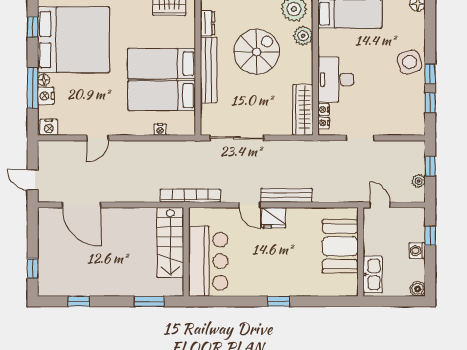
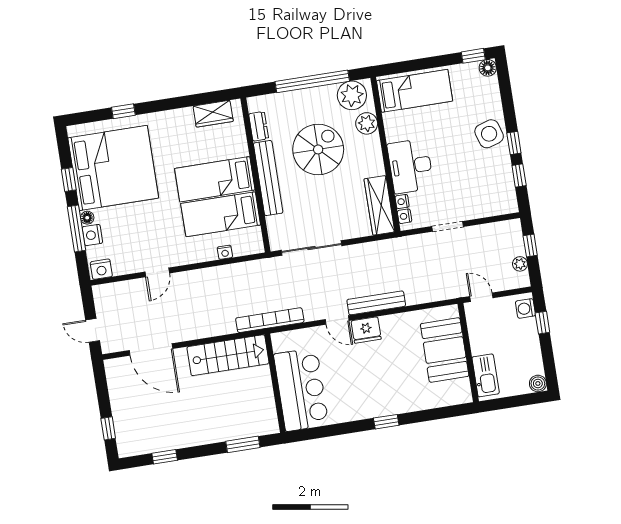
window: (33, 27) -> (69, 179), moved
stairs: (170, 243) -> (228, 355), moved, turned -90
washing machine: (417, 251) -> (525, 308), moved

